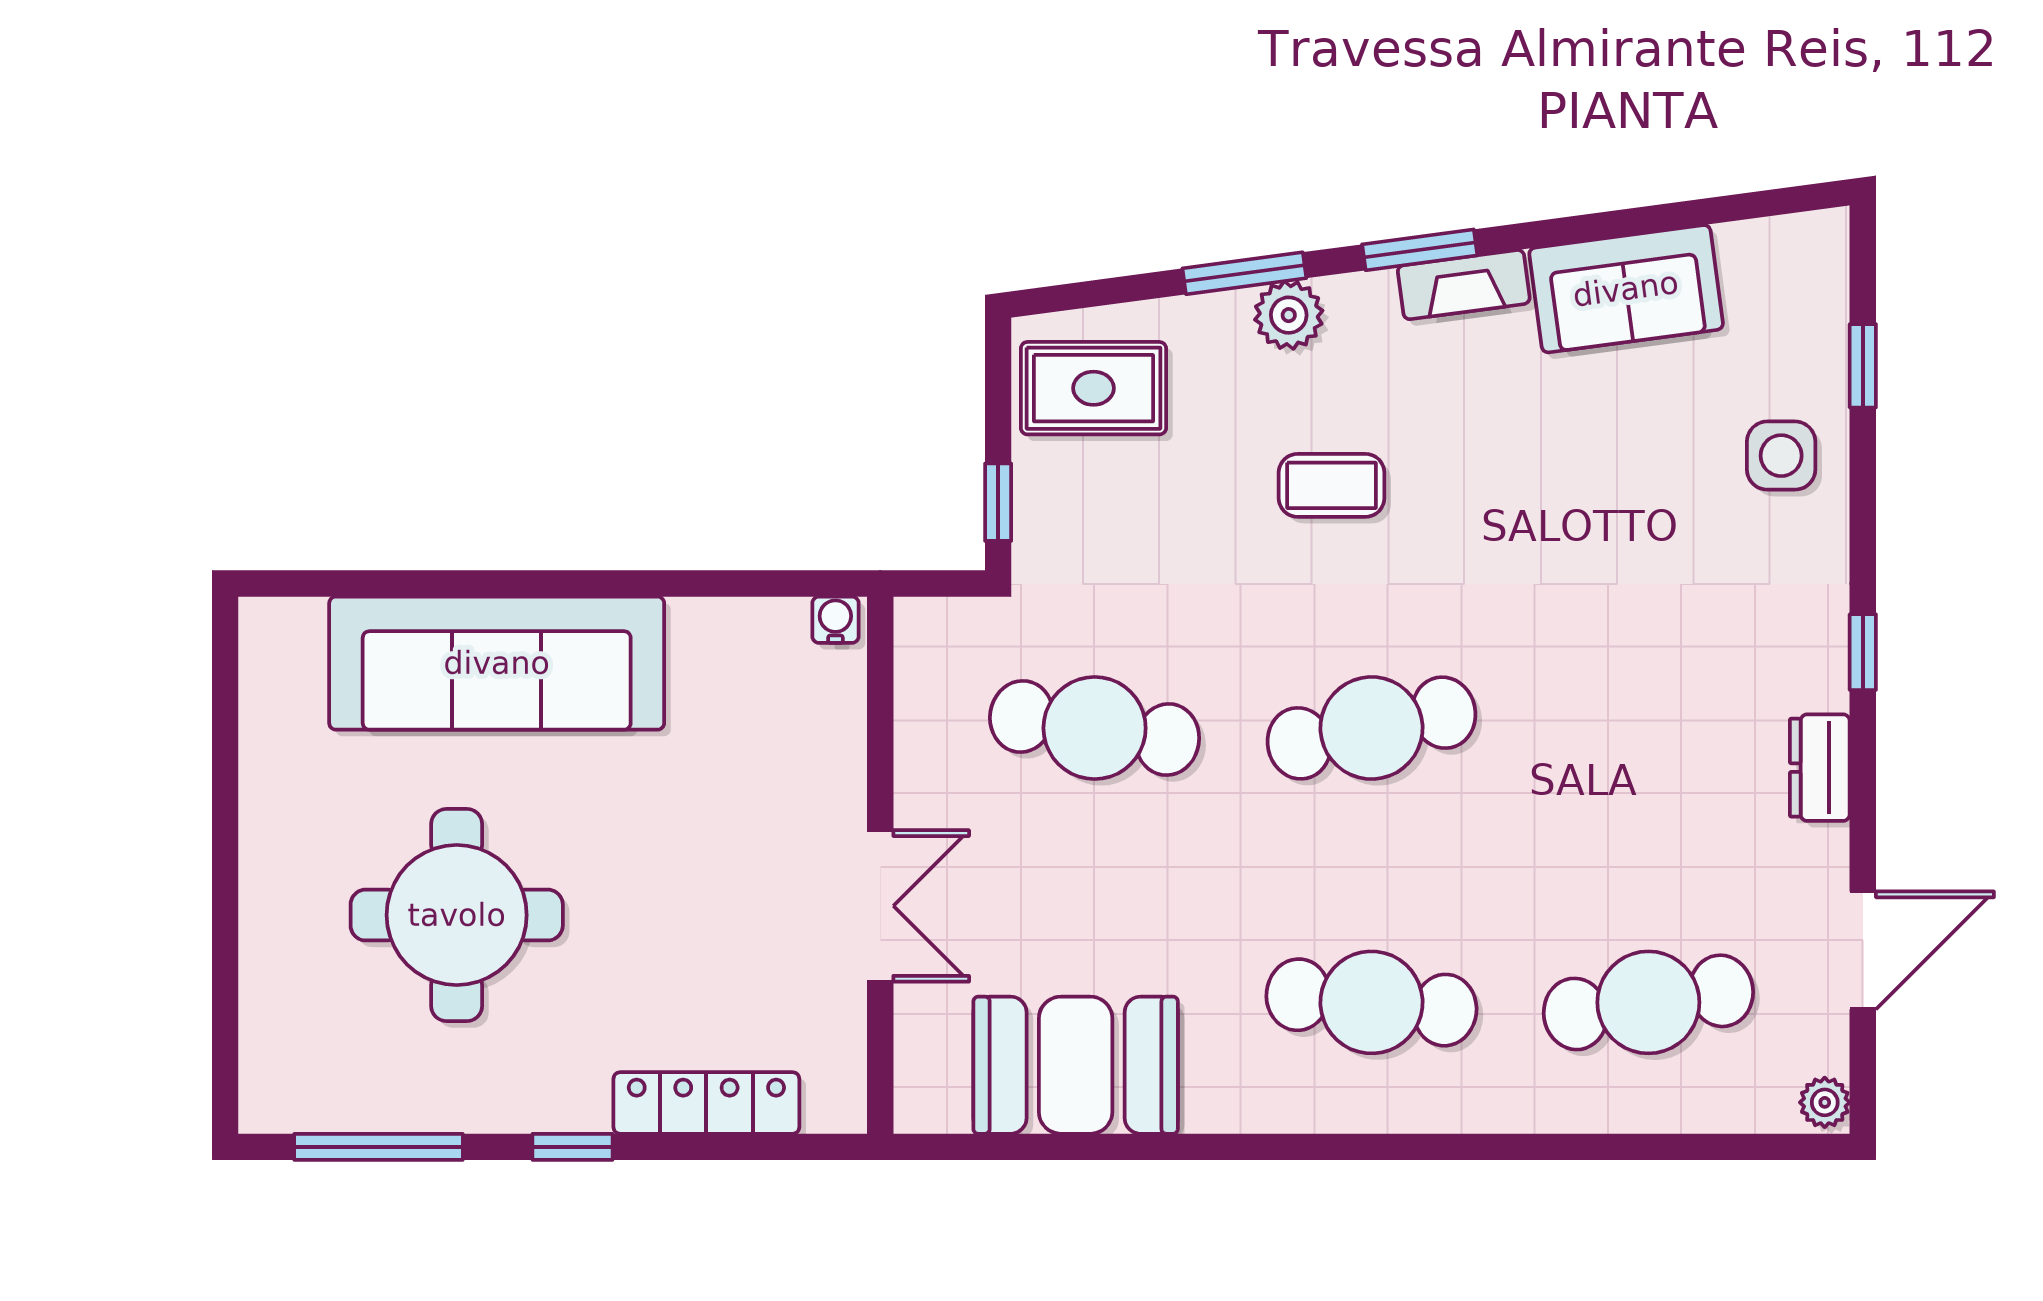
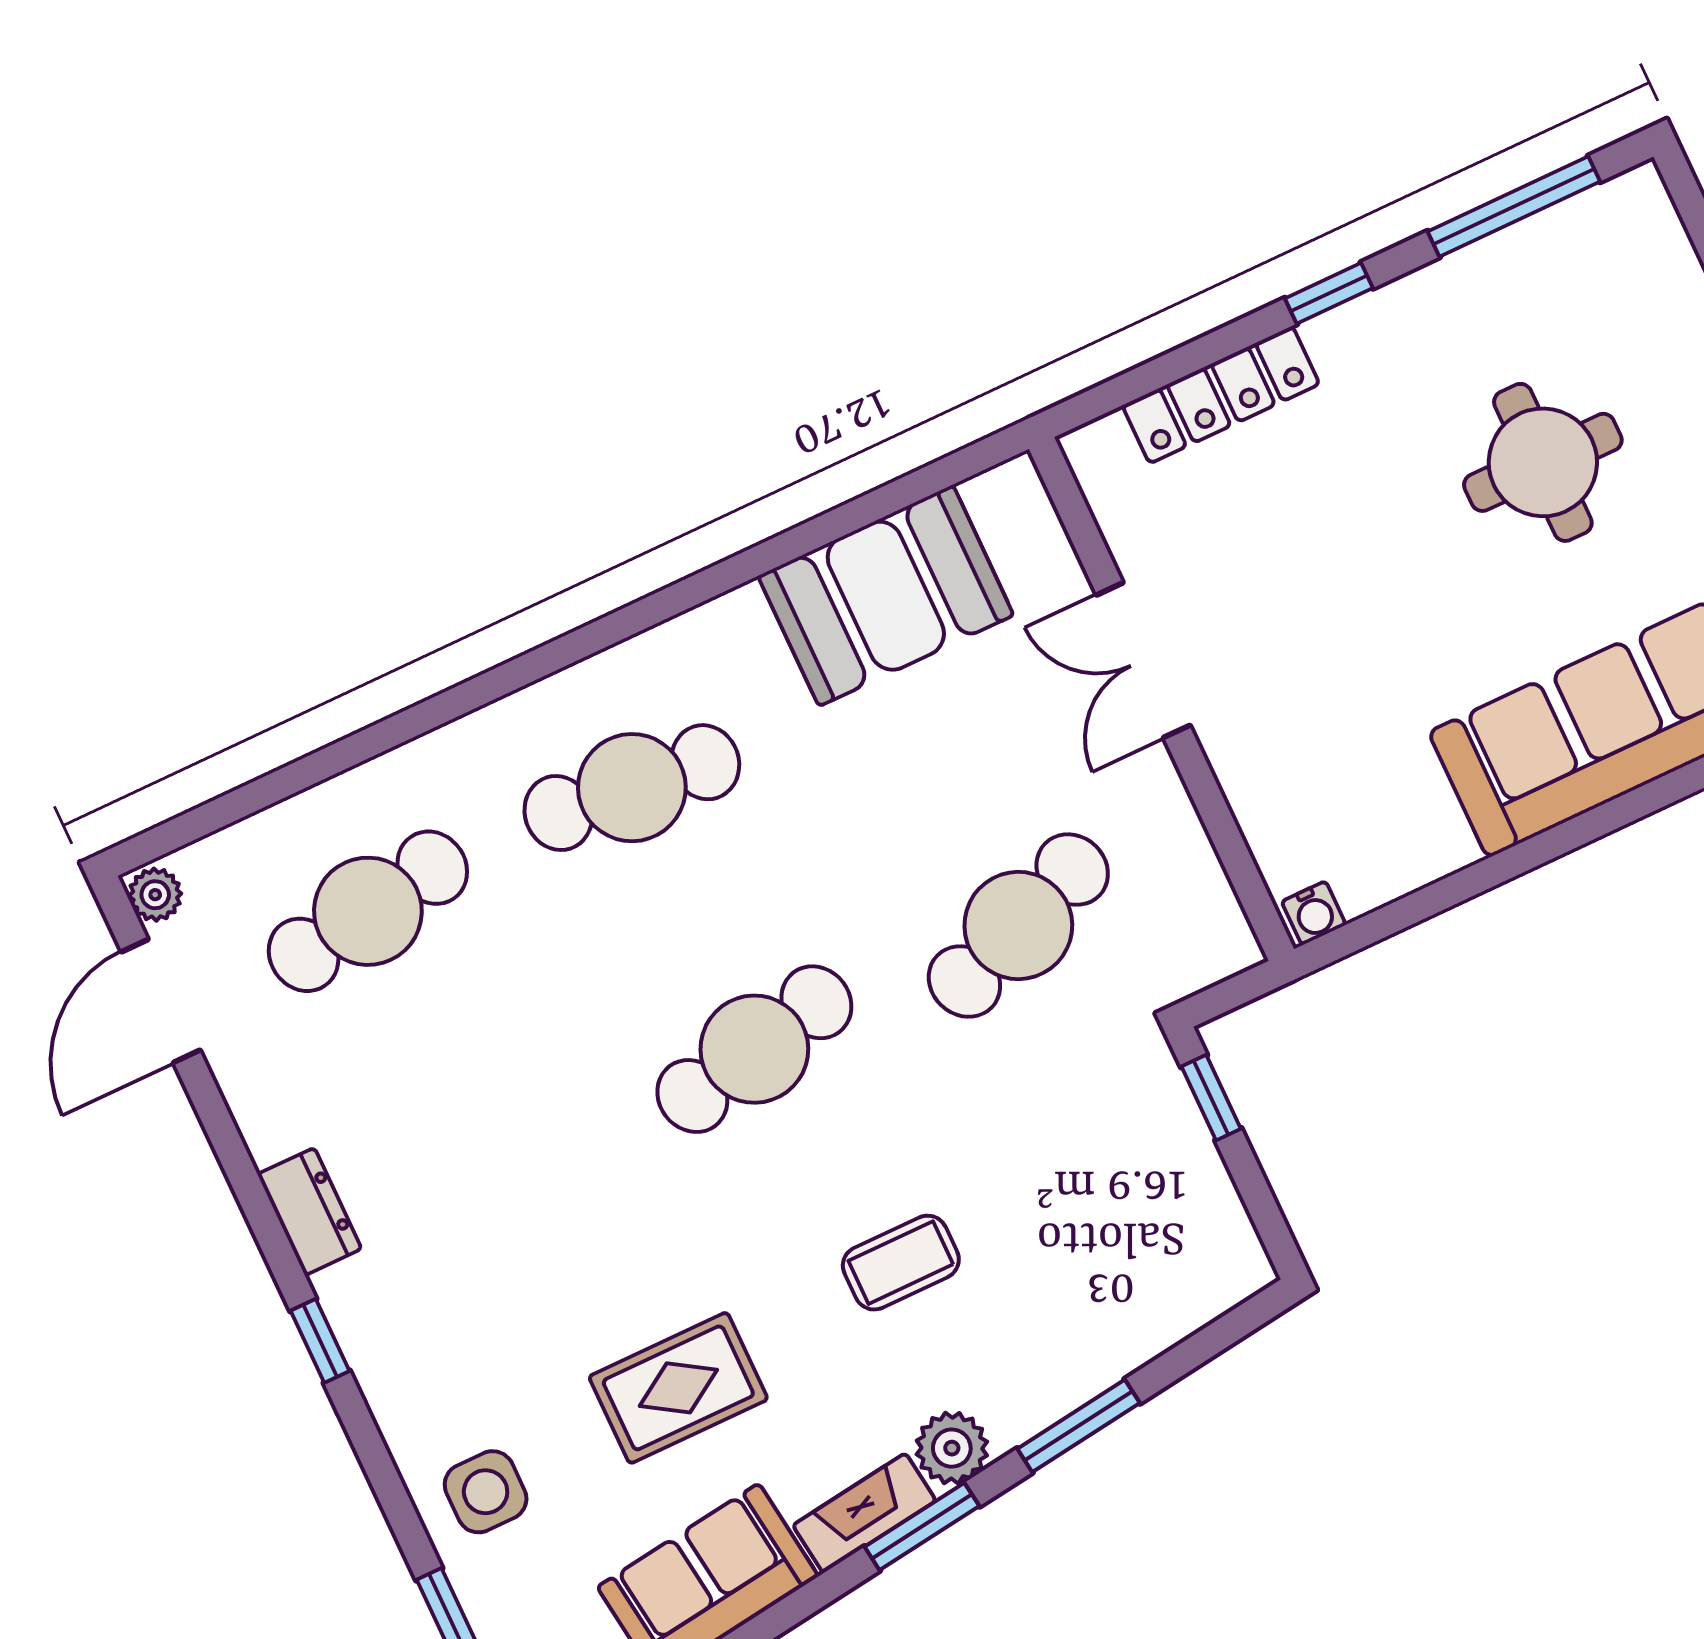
plant: (1289, 315) -> (952, 1448), moved
rug: (1093, 388) -> (678, 1388), moved
cafe table: (1095, 728) -> (1018, 926), turned -30
round table: (457, 915) -> (1543, 462), width x0.73, depth x0.73
door: (1863, 950) -> (161, 1001), moved

